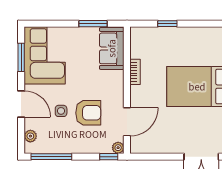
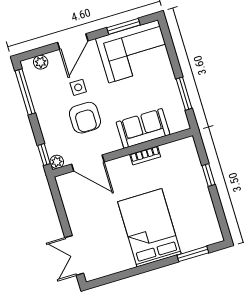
sofa: (112, 48) -> (143, 128), moved

